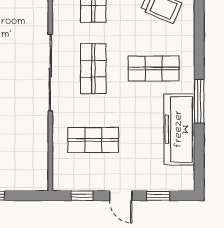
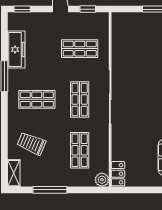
freezer: (179, 129) -> (16, 49), width x0.73, depth x0.79
window: (158, 196) -> (22, 9), moved

